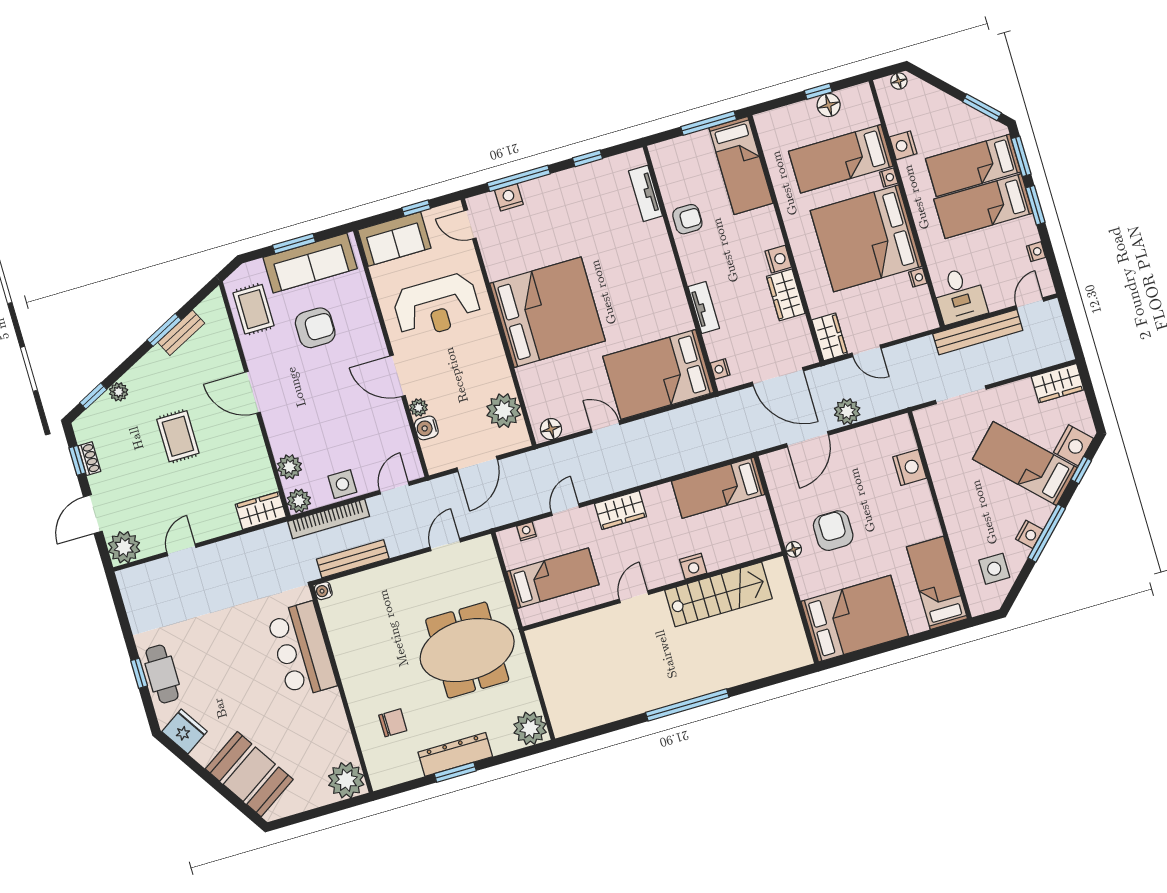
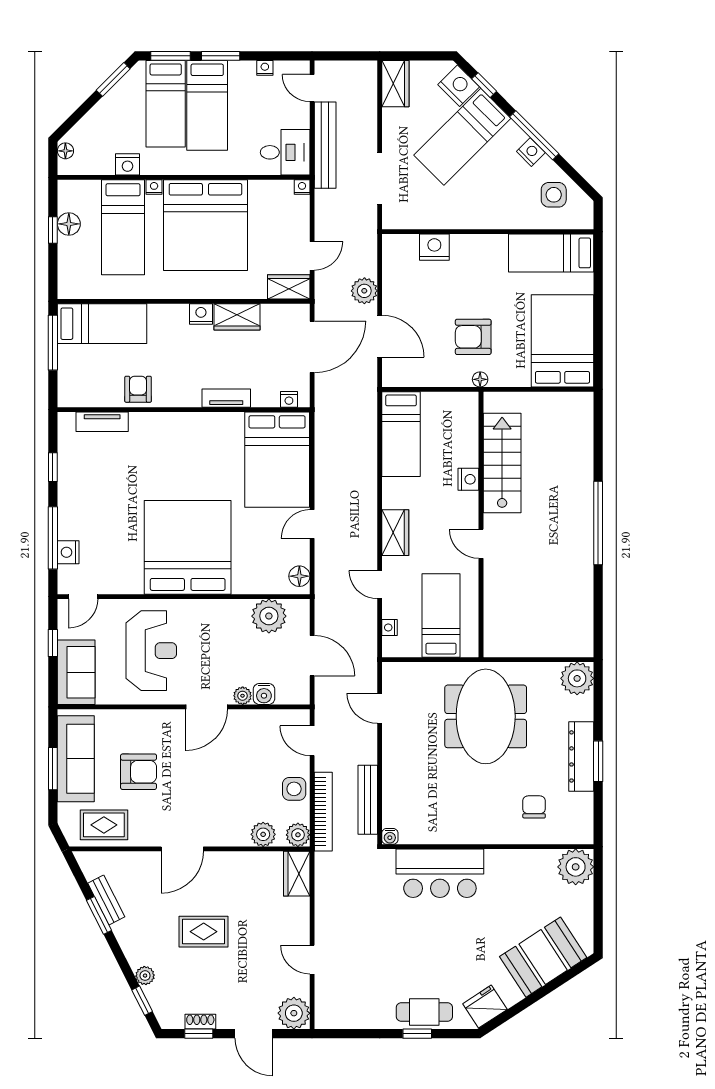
nightstand: (918, 278) -> (302, 187), moved
armchair: (315, 328) -> (139, 772), turned 90

